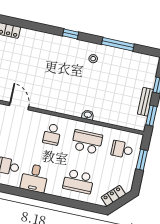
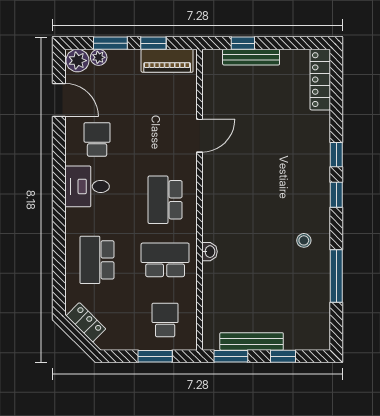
window: (47, 29) -> (336, 155), added
bench: (145, 102) -> (252, 341), width x1.36
school desk: (52, 134) -> (165, 200), width x1.85
school desk: (87, 142) -> (165, 260), turned -90

